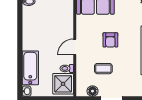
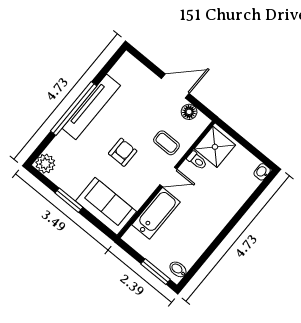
bathtub: (30, 68) -> (156, 213), moved, turned 180
coffee table: (103, 69) -> (166, 143), moved

